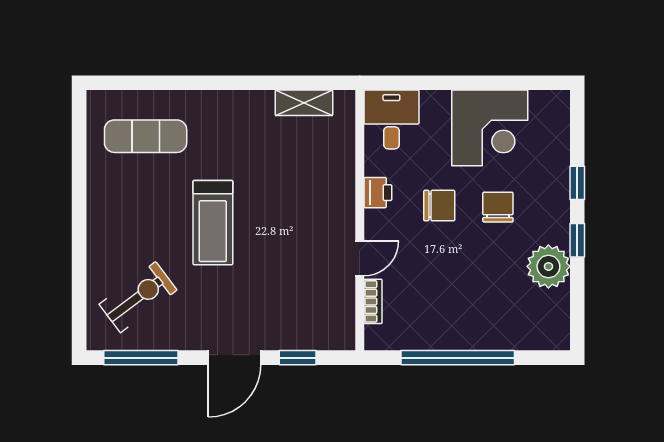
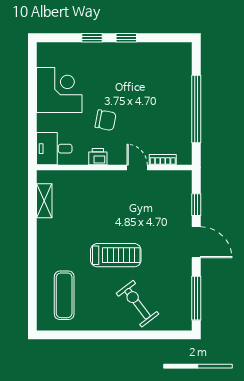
chair: (439, 206) -> (106, 120), turned 101
chair: (498, 207) -> (106, 85), removed
plant: (548, 266) -> (142, 55), removed
exercise bike: (138, 297) -> (137, 304), moved

